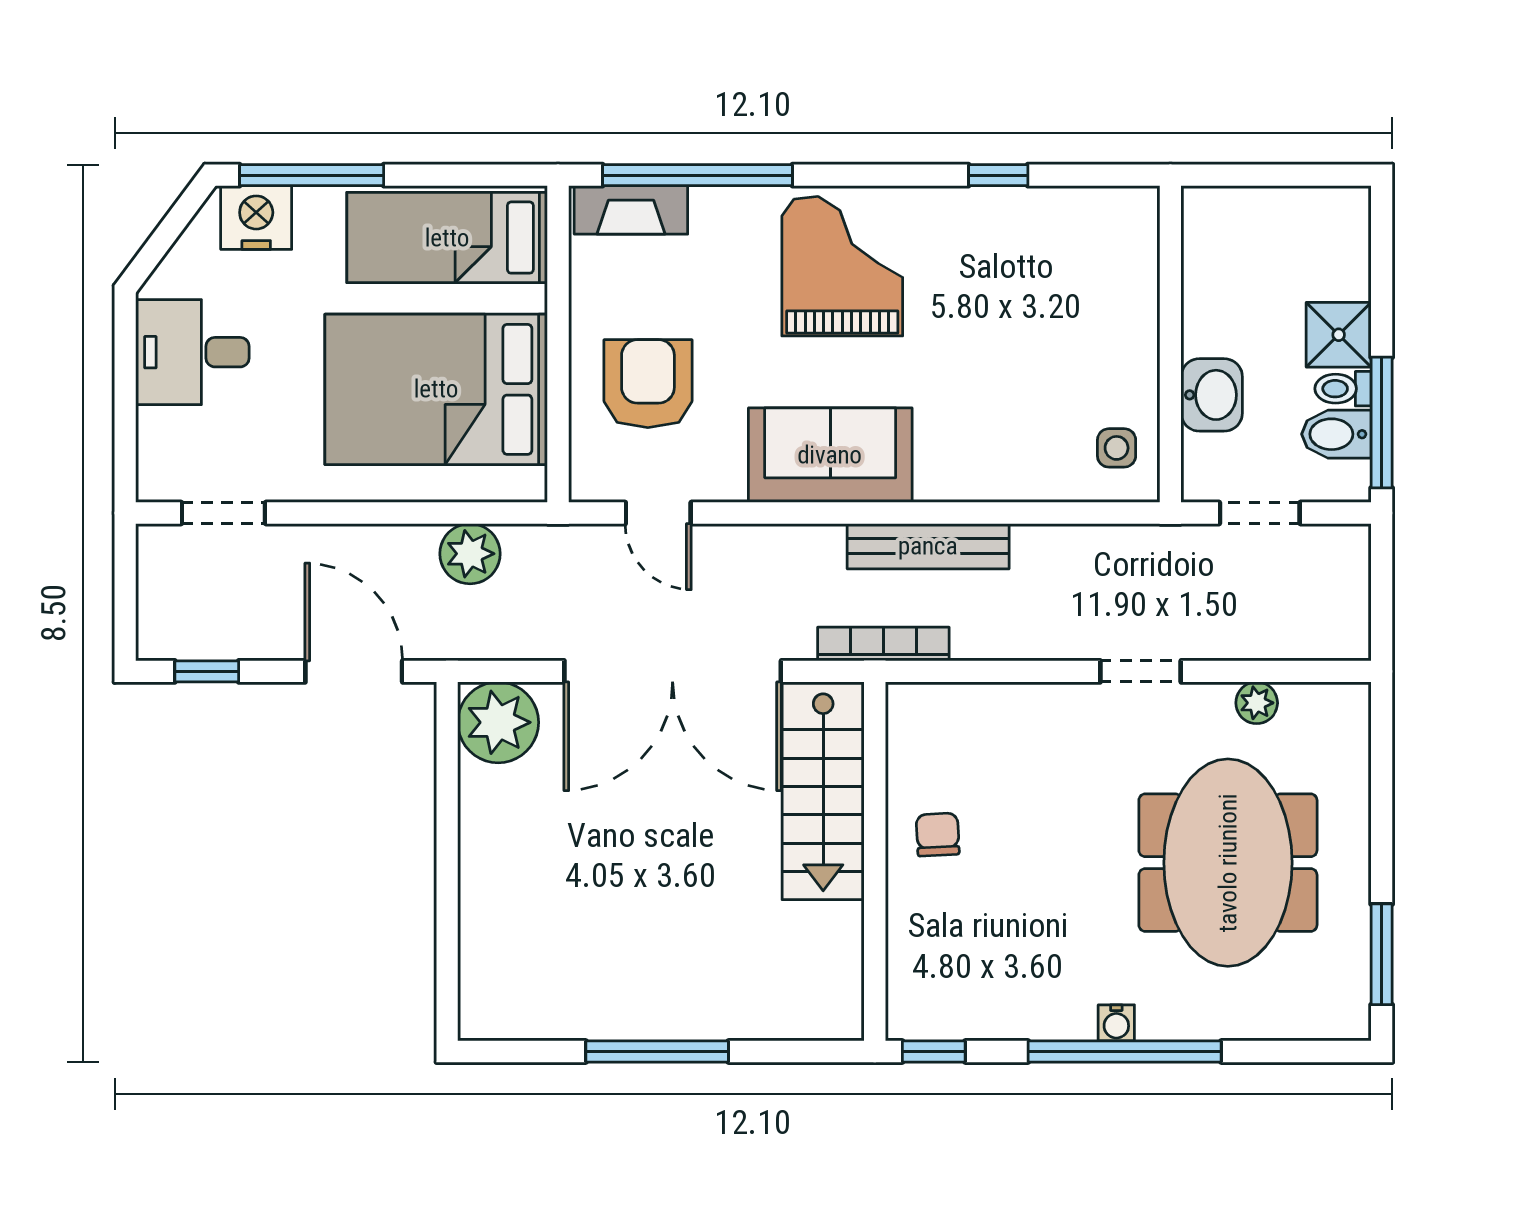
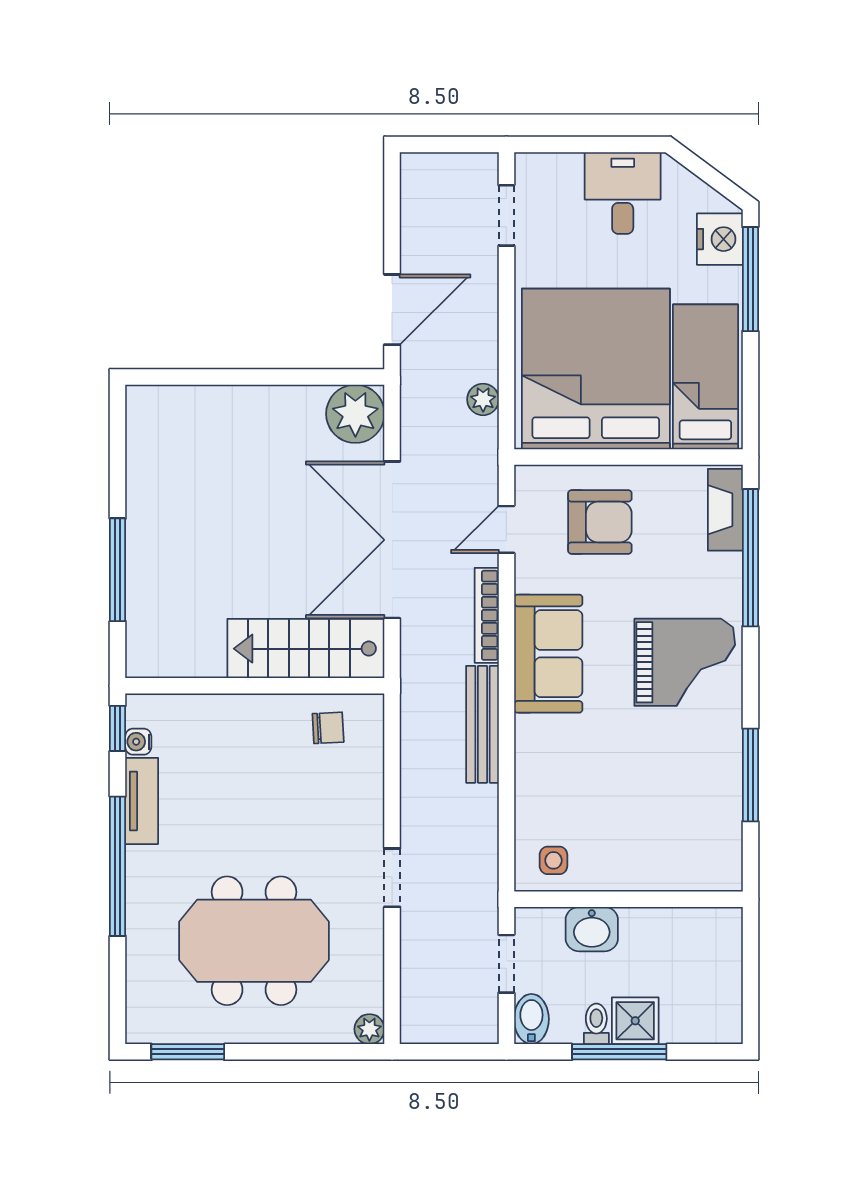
window: (998, 175) -> (750, 775), width x2.17
bed: (436, 389) -> (596, 369), width x1.36
window: (1382, 423) -> (619, 1052), moved
bidet: (1336, 434) -> (531, 1019), moved
plant: (470, 554) -> (483, 399), width x0.73, depth x0.73
bookcase: (883, 644) -> (487, 615), moved, turned 180
window: (207, 671) -> (392, 203), removed
plant: (1257, 703) -> (369, 1029), moved
chair: (938, 835) -> (328, 728), moved
tv unit: (1034, 1018) -> (142, 801), added
water cooler: (1116, 1023) -> (138, 742), moved
window: (657, 1052) -> (118, 570), moved

